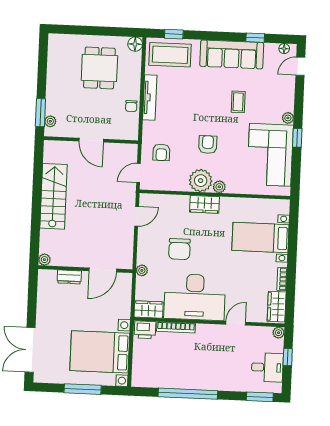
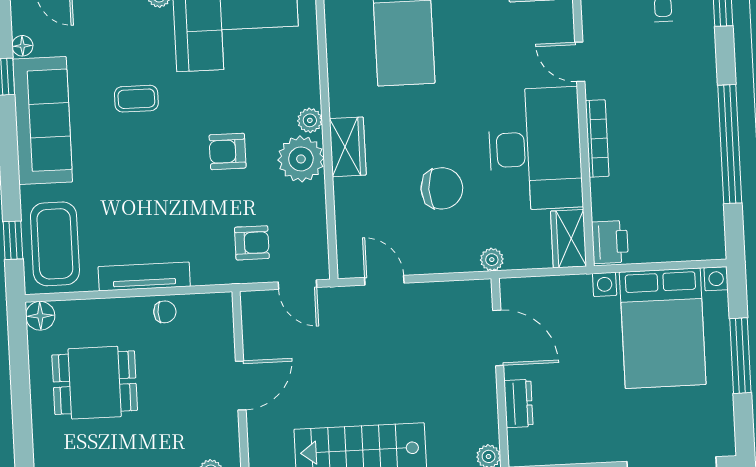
floor lamp: (284, 49) -> (22, 46), moved
bookcase: (176, 327) -> (597, 138), moved

